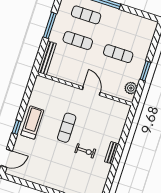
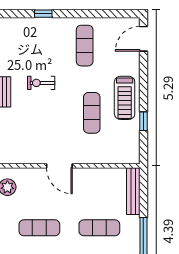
window: (17, 127) -> (143, 121), moved
exercise mat: (67, 128) -> (92, 113), moved
exercise mat: (48, 167) -> (85, 46), added

